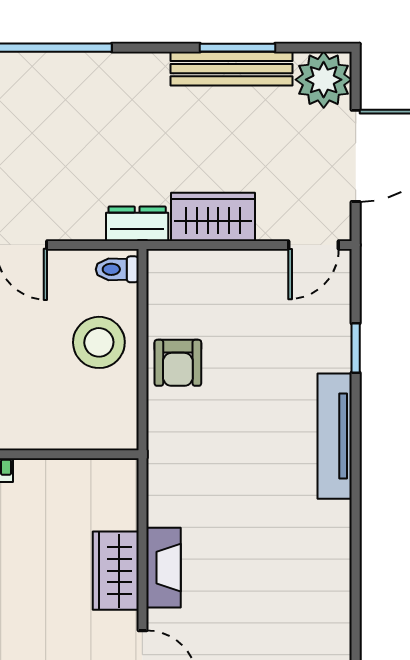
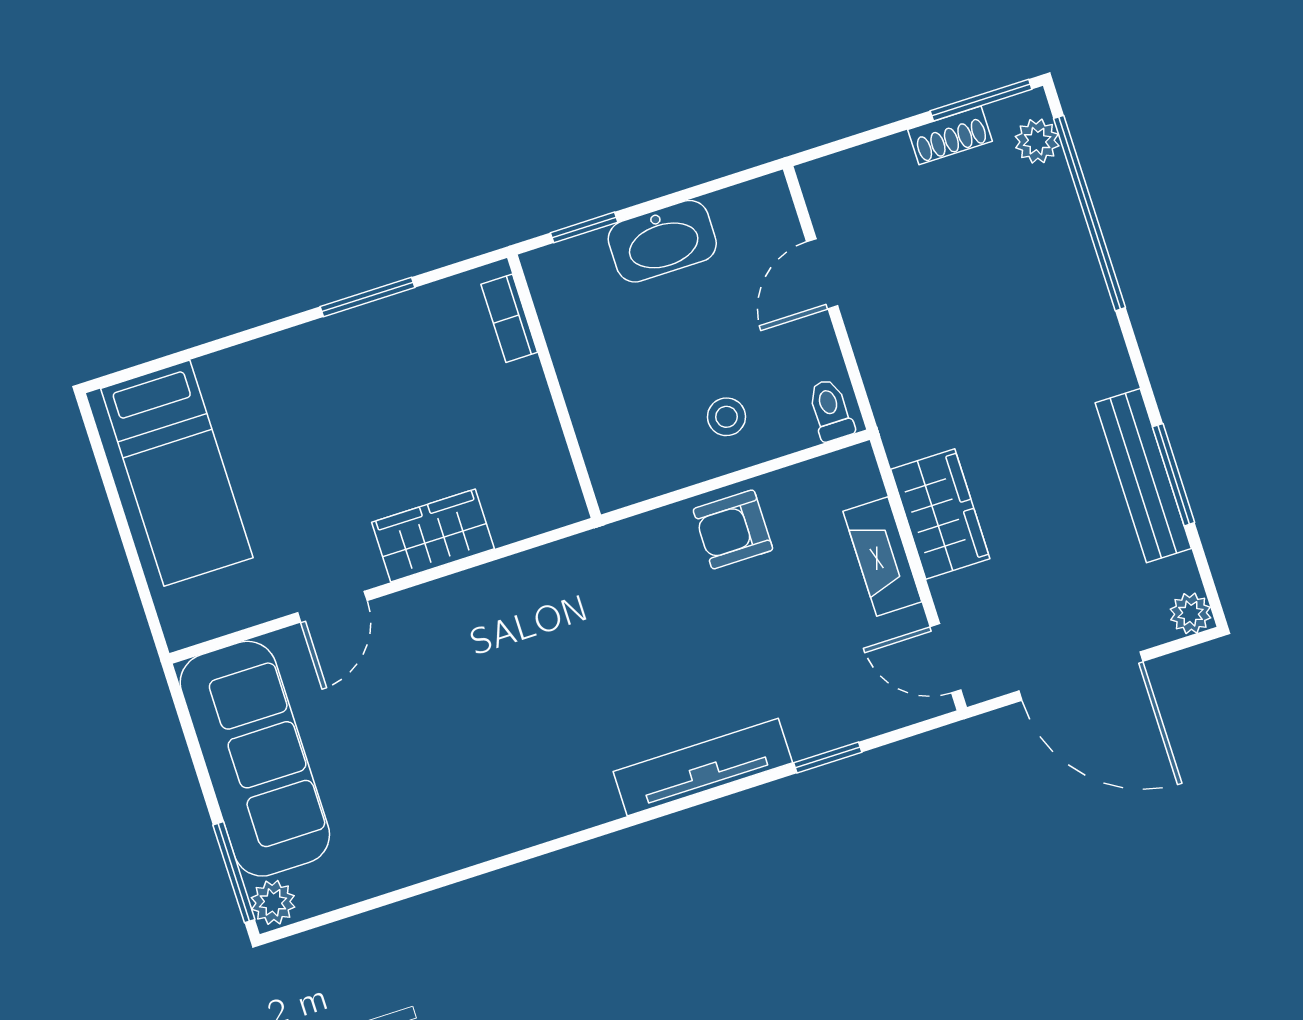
plant: (324, 80) -> (1191, 613), width x0.53, depth x0.53
dresser: (137, 224) -> (899, 417), removed
stool: (99, 342) -> (726, 417), width x0.53, depth x0.53
fireplace: (164, 568) -> (882, 557), moved, turned 90

